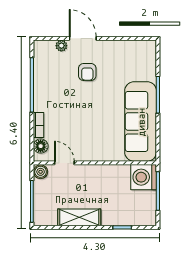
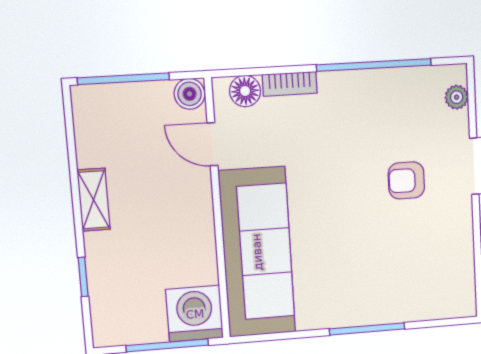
plant: (61, 46) -> (457, 97), moved
sofa: (141, 122) -> (257, 252), moved, turned 90
door: (64, 163) -> (213, 144), swing flipped
shelving: (79, 217) -> (94, 200), width x0.67, depth x0.75

